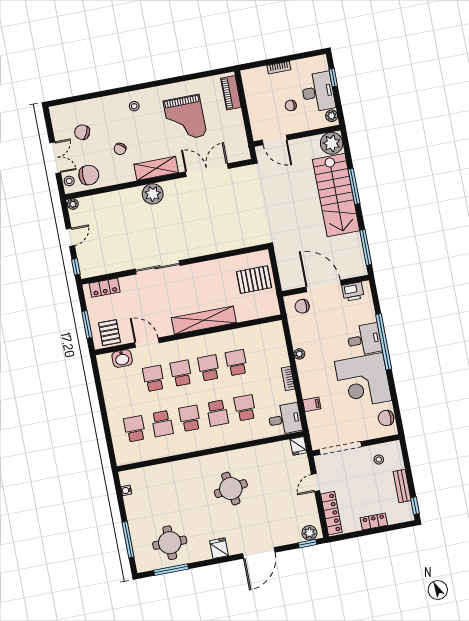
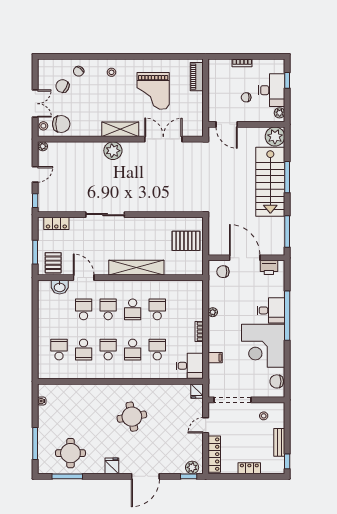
chair: (120, 149) -> (79, 71), moved
school desk: (209, 368) -> (133, 309), turned 180

